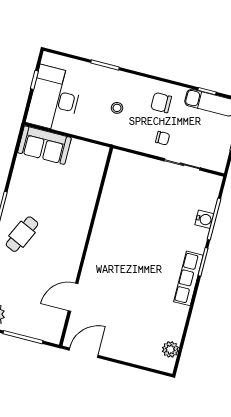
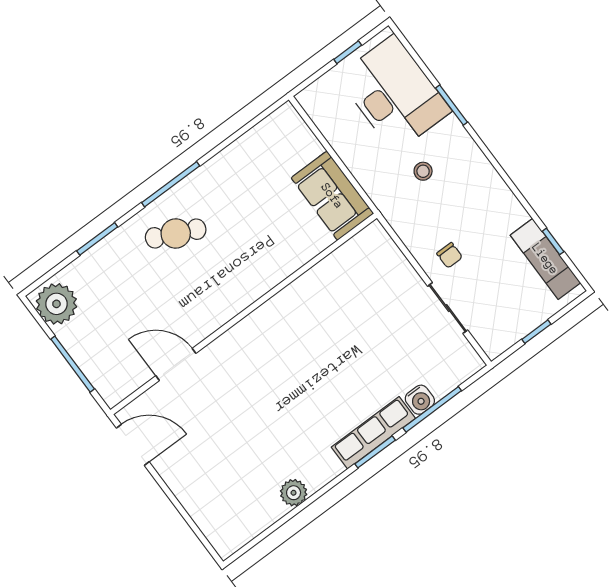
desk: (55, 99) -> (394, 94), moved, turned 90
chair: (161, 103) -> (484, 209), removed
sofa: (44, 145) -> (332, 196), moved
row of seats: (188, 278) -> (373, 433), moved
plant: (170, 349) -> (294, 493), moved

